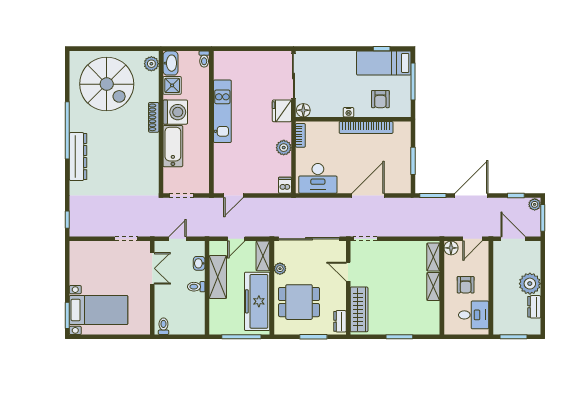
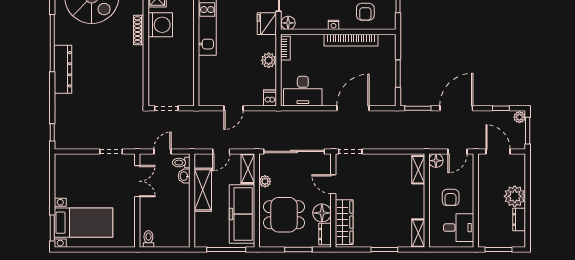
bathtub: (173, 146) -> (158, 59), removed
door: (233, 196) -> (233, 108), moved
shelving: (433, 286) -> (418, 233), moved
toilet: (196, 287) -> (181, 163), moved
floor lamp: (337, 300) -> (322, 213), added

